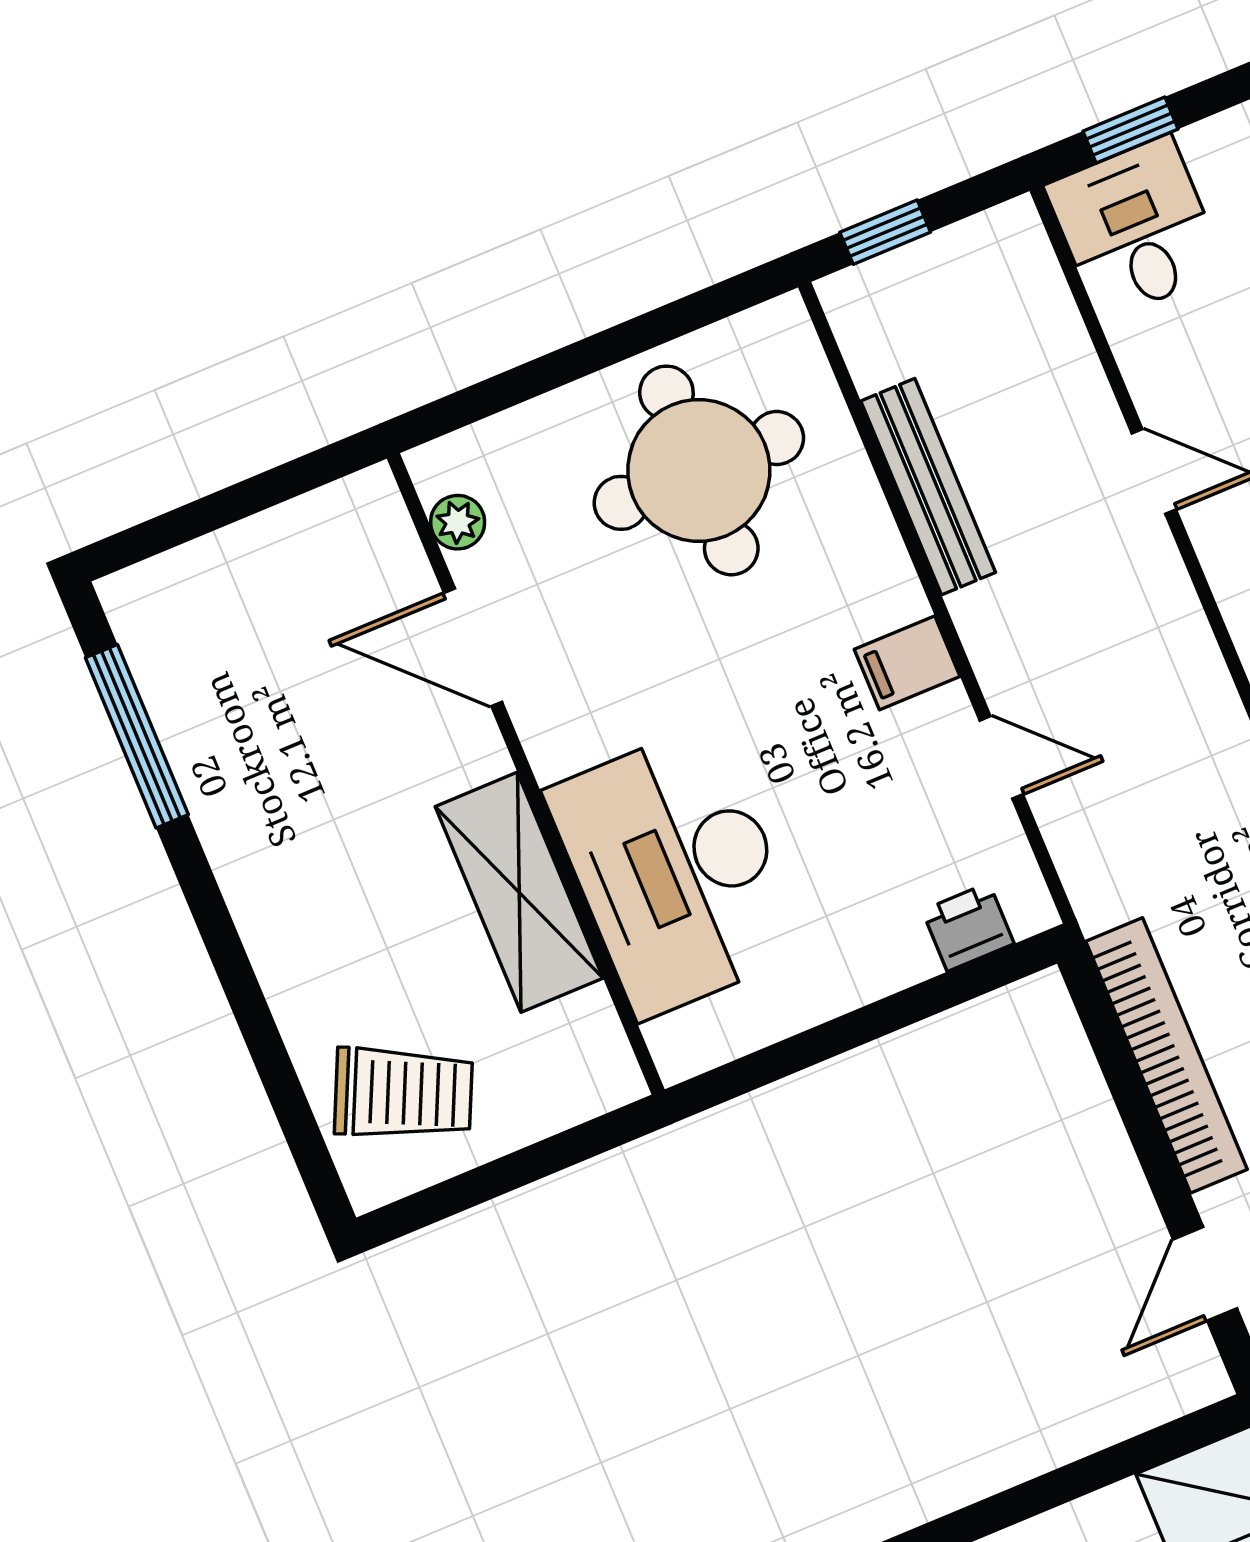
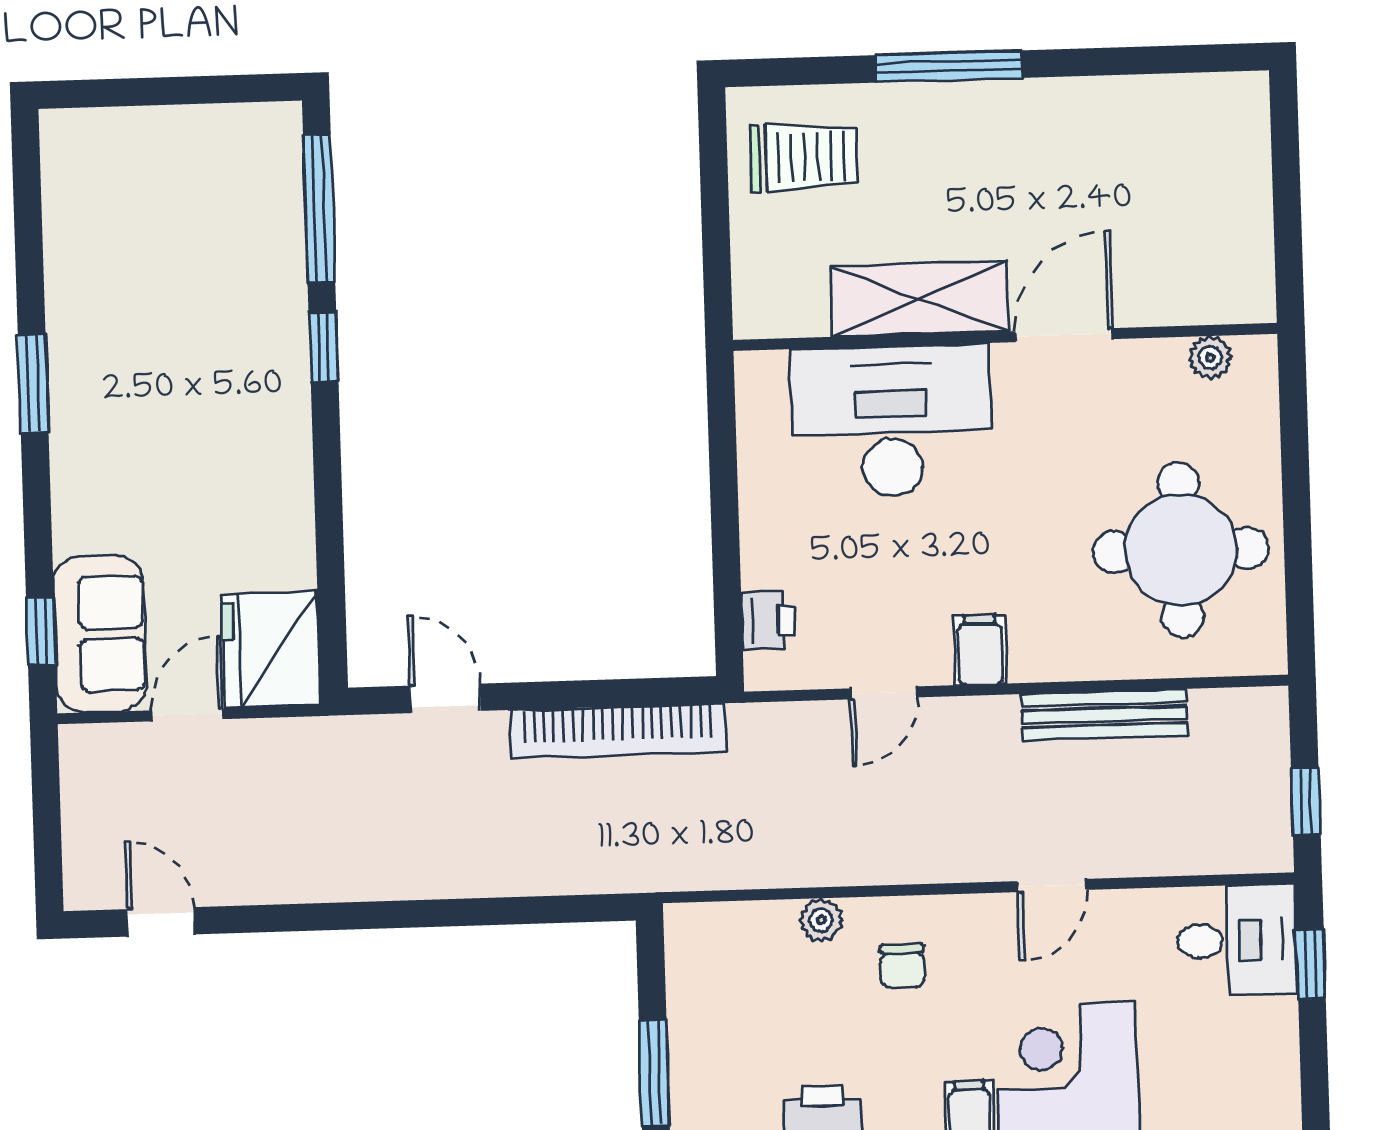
window: (885, 232) -> (1306, 802), moved
door: (473, 647) -> (1064, 335), moved
window: (137, 736) -> (949, 66), moved
trolley: (403, 1093) -> (804, 157), turned -115

